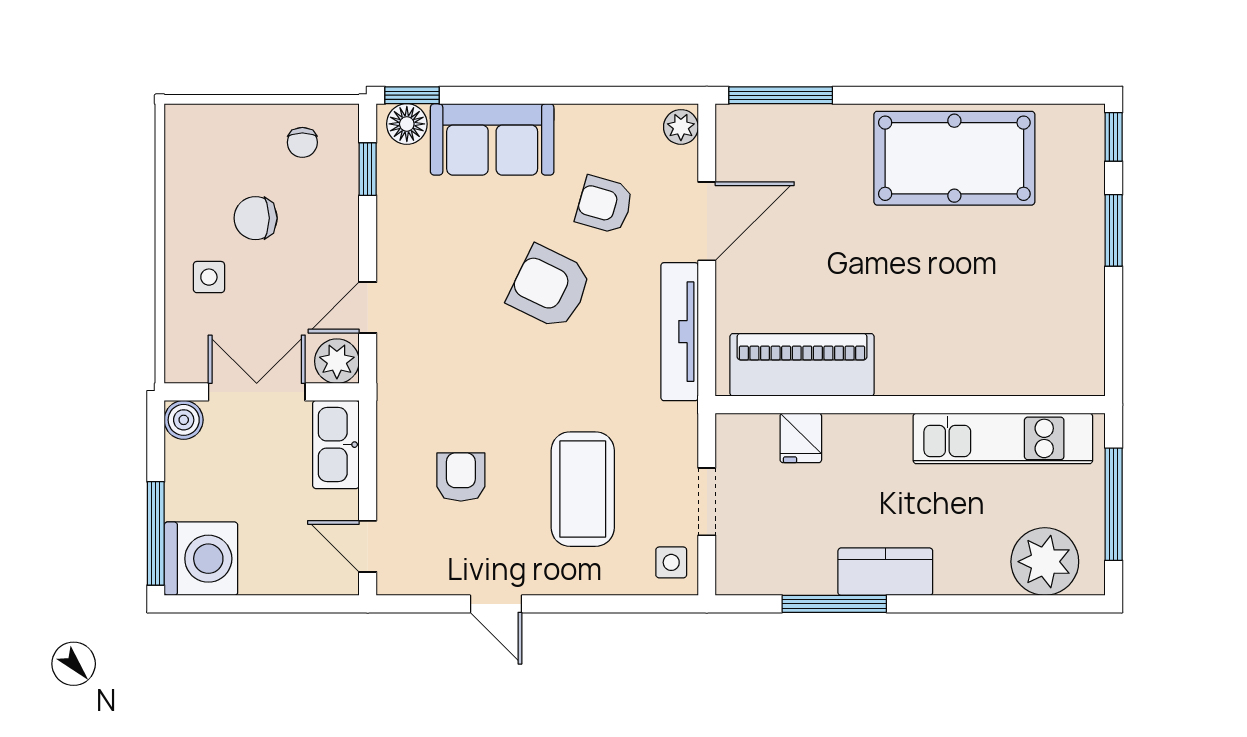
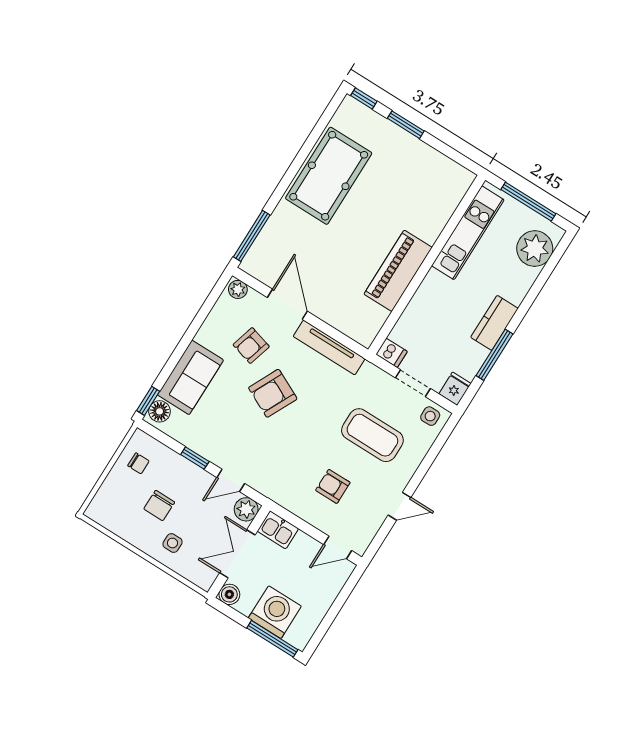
window: (368, 169) -> (195, 458), moved
door: (368, 307) -> (231, 480), hinge flipped
piano: (802, 365) -> (398, 271), moved
dishwasher: (734, 437) -> (392, 353), added
fridge: (801, 438) -> (455, 389), moved, turned -90
kitchen sink: (336, 445) -> (278, 530), width x0.73
washing machine: (201, 559) -> (275, 612), moved

